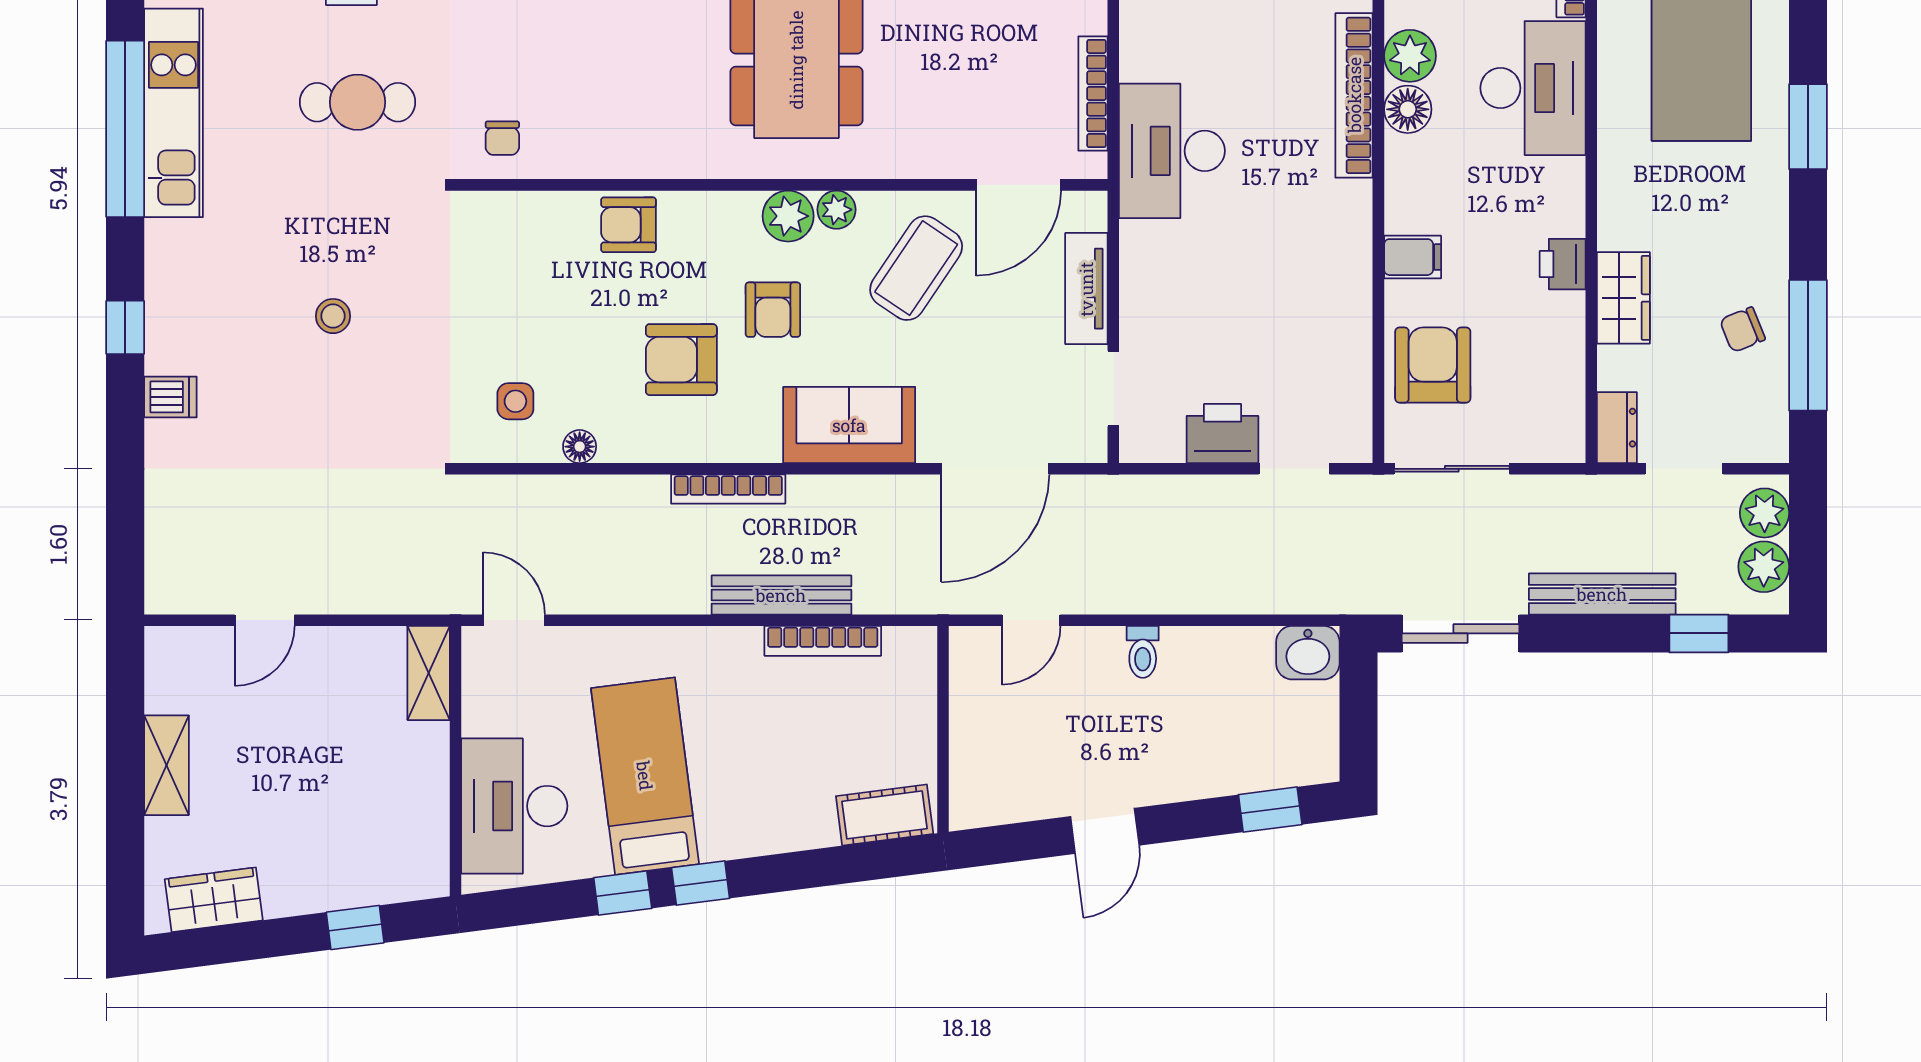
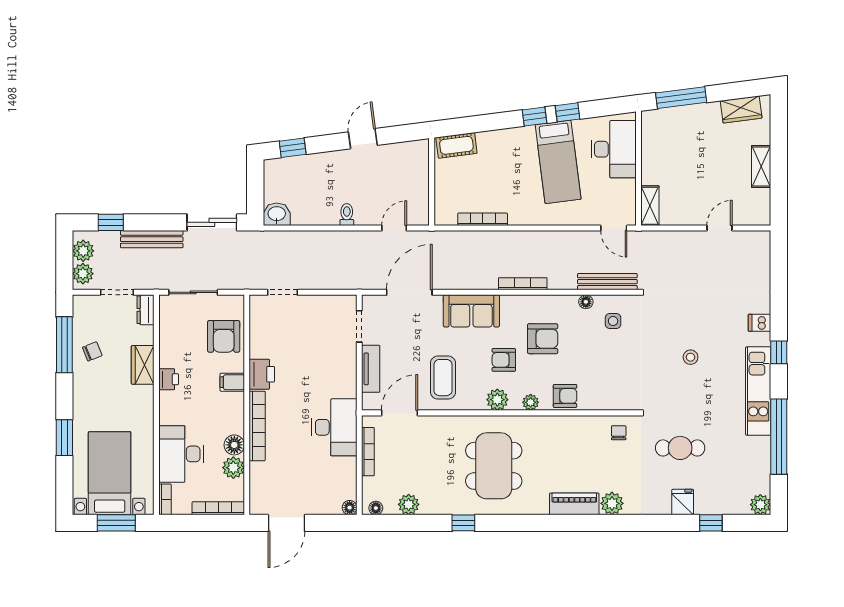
bookcase: (1354, 95) -> (257, 426), moved
kitchen unit: (173, 113) -> (758, 391), moved
plant: (836, 210) -> (531, 402), moved
coffee table: (916, 268) -> (443, 378), turned -34
armchair: (773, 310) -> (504, 360), turned -90
printer: (1223, 434) -> (262, 374), moved, turned -90
sliding door: (1452, 469) -> (193, 292), moved
bench: (781, 595) -> (607, 282), moved
window: (355, 927) -> (681, 98), width x2.17

